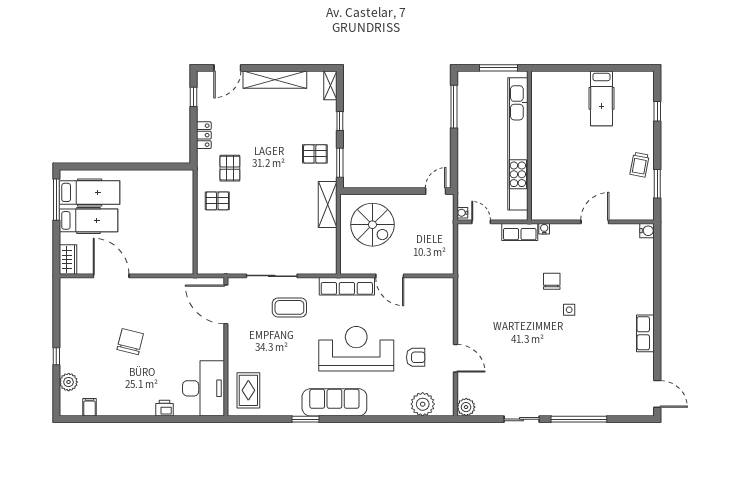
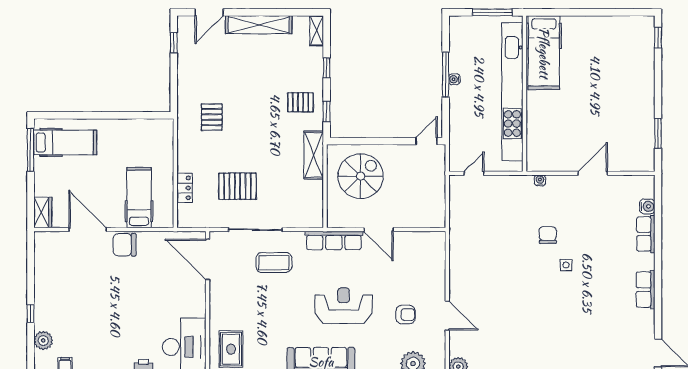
hospital bed: (601, 98) -> (544, 53), moved, width x1.37, depth x1.29
window: (454, 107) -> (446, 75), moved
window: (657, 111) -> (658, 38), moved
locker: (204, 135) -> (184, 188), moved
window: (340, 163) -> (327, 111), width x0.67
trolley: (640, 165) -> (639, 113), removed
pallet: (217, 201) -> (237, 186), moved, width x1.50, depth x1.42
water cooler: (462, 213) -> (454, 79), moved
hospital bed: (89, 220) -> (139, 198), moved, turned -90
door: (481, 222) -> (474, 173), hinge flipped
spiral stairs: (372, 225) -> (361, 176), turned -90
water cooler: (647, 231) -> (647, 206), moved
row of seats: (520, 232) -> (646, 234), moved, turned 90
chair: (130, 342) -> (125, 245), moved, turned -104
reception desk: (356, 349) -> (344, 306), width x0.74, depth x0.77

